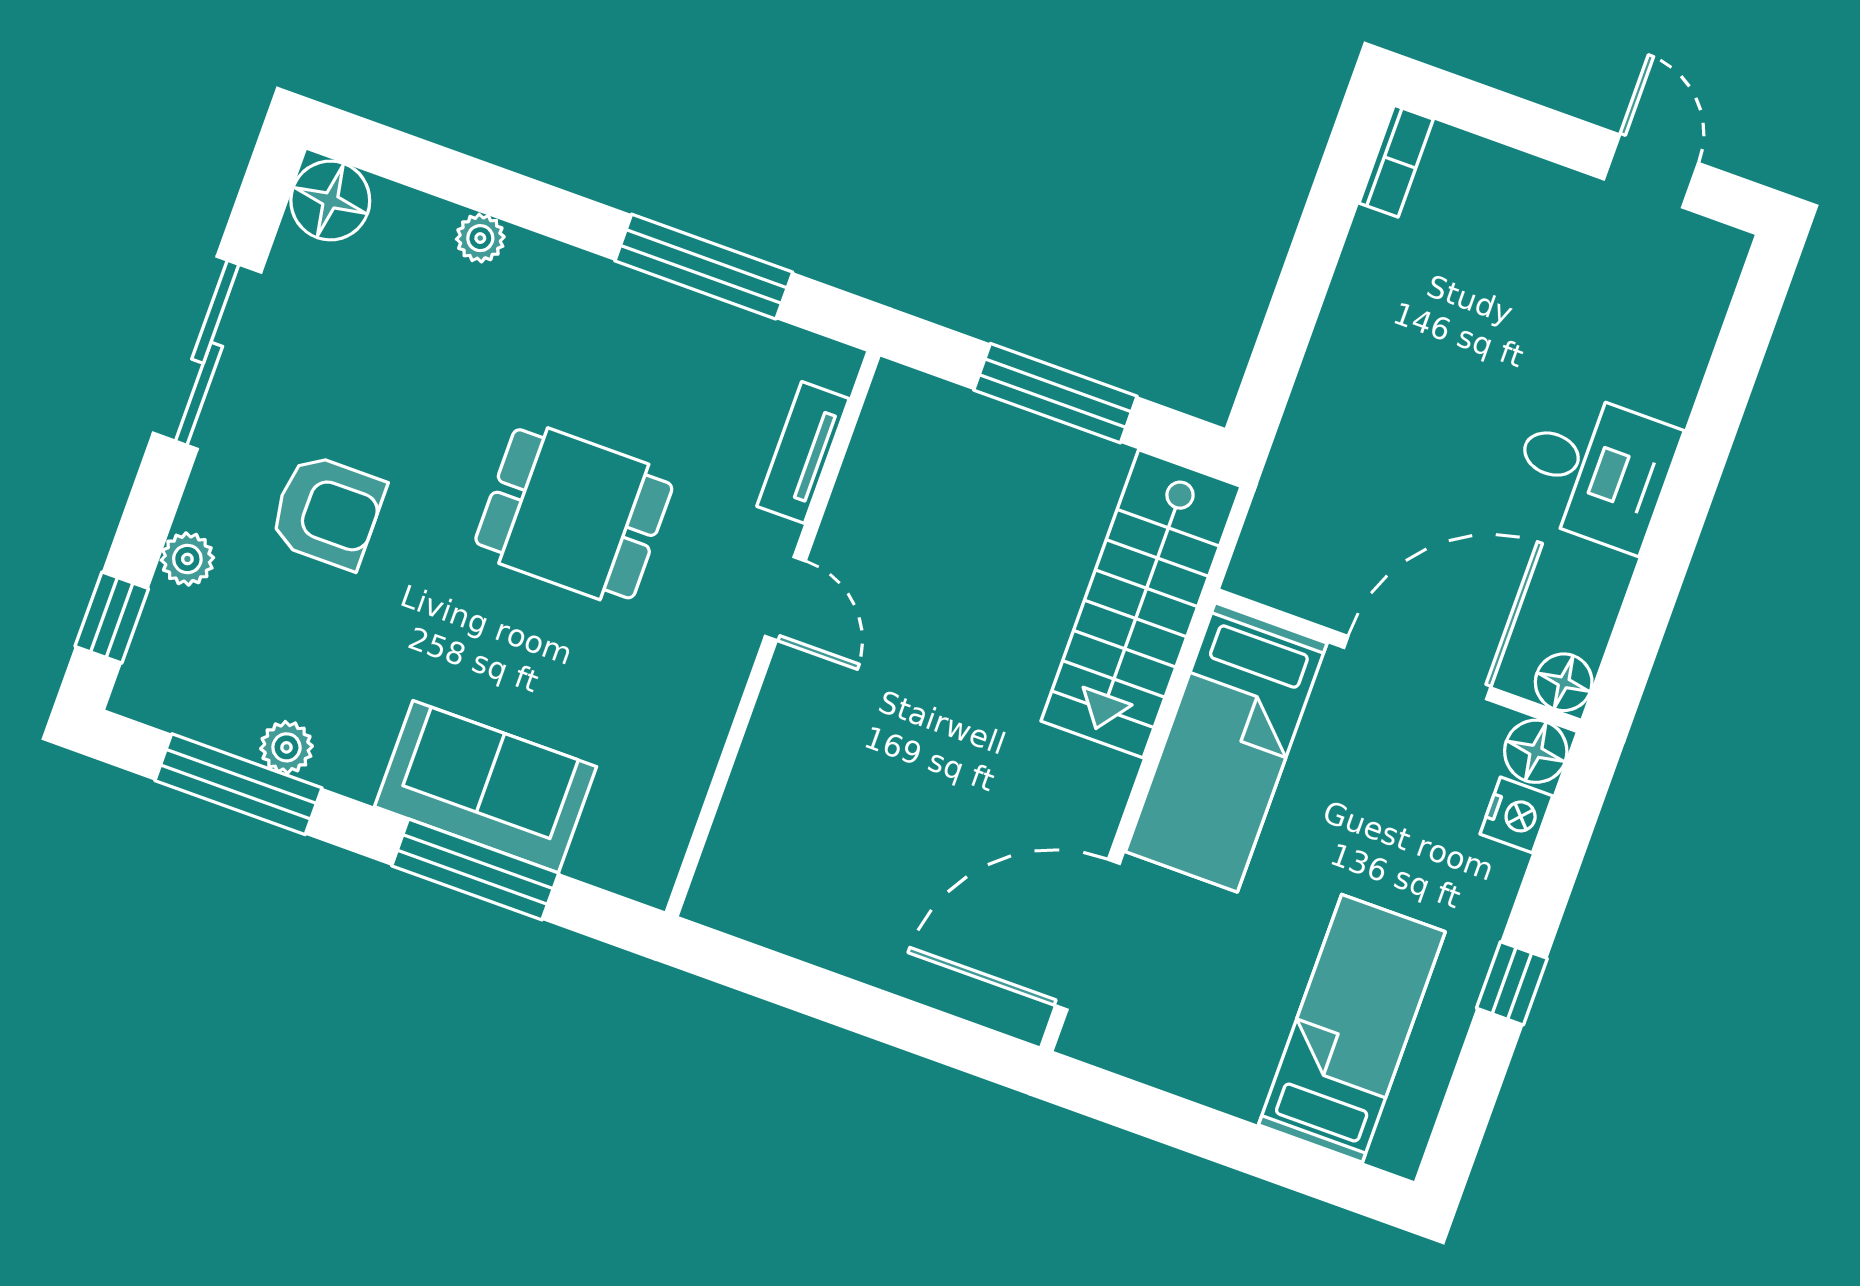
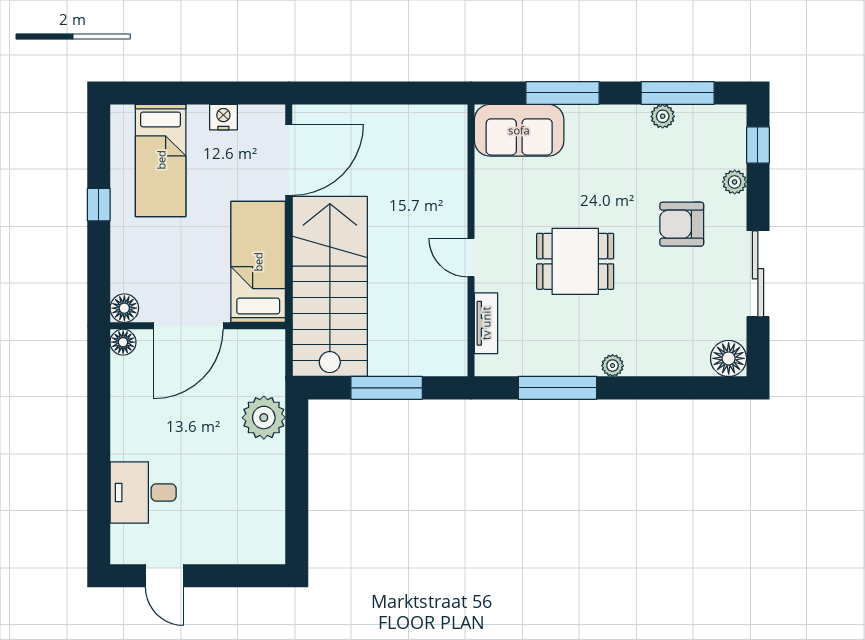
bookcase: (1396, 161) -> (276, 541), removed
plant: (480, 238) -> (613, 366), moved
plant: (1330, 423) -> (264, 418), added
desk: (1594, 469) -> (143, 492), moved
stairs: (1141, 604) -> (330, 286), width x1.36, depth x1.51
sofa: (486, 787) -> (519, 130), moved
nightstand: (1516, 815) -> (223, 117), moved, turned 90

